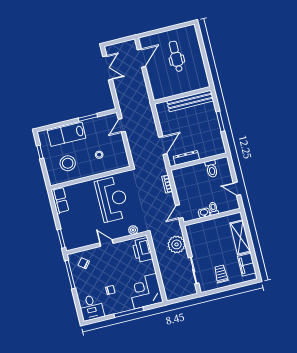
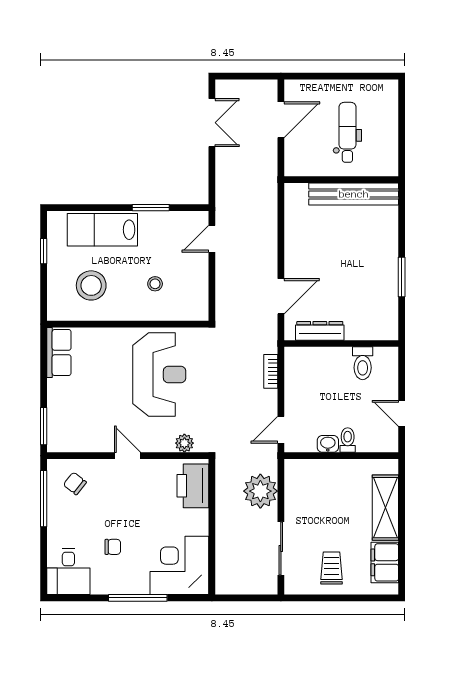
wall: (182, 95) -> (341, 180), moved
bench: (190, 101) -> (354, 194), moved

